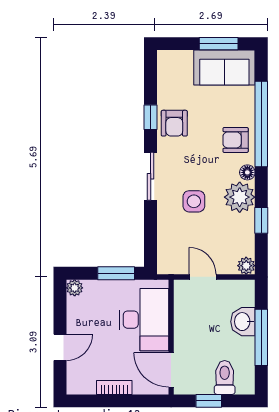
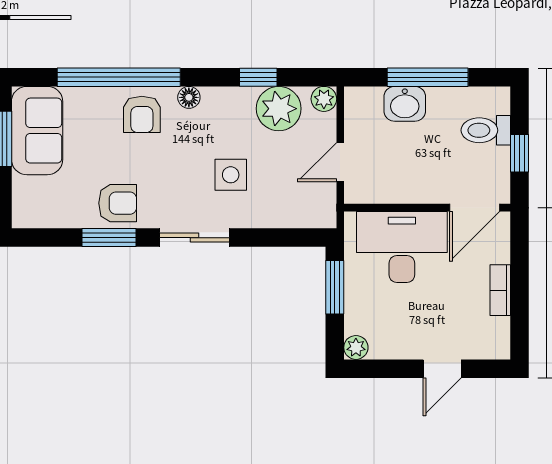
window: (151, 117) -> (109, 238), width x1.50
plant: (240, 197) -> (279, 109), moved
door: (60, 347) -> (442, 369), swing flipped

